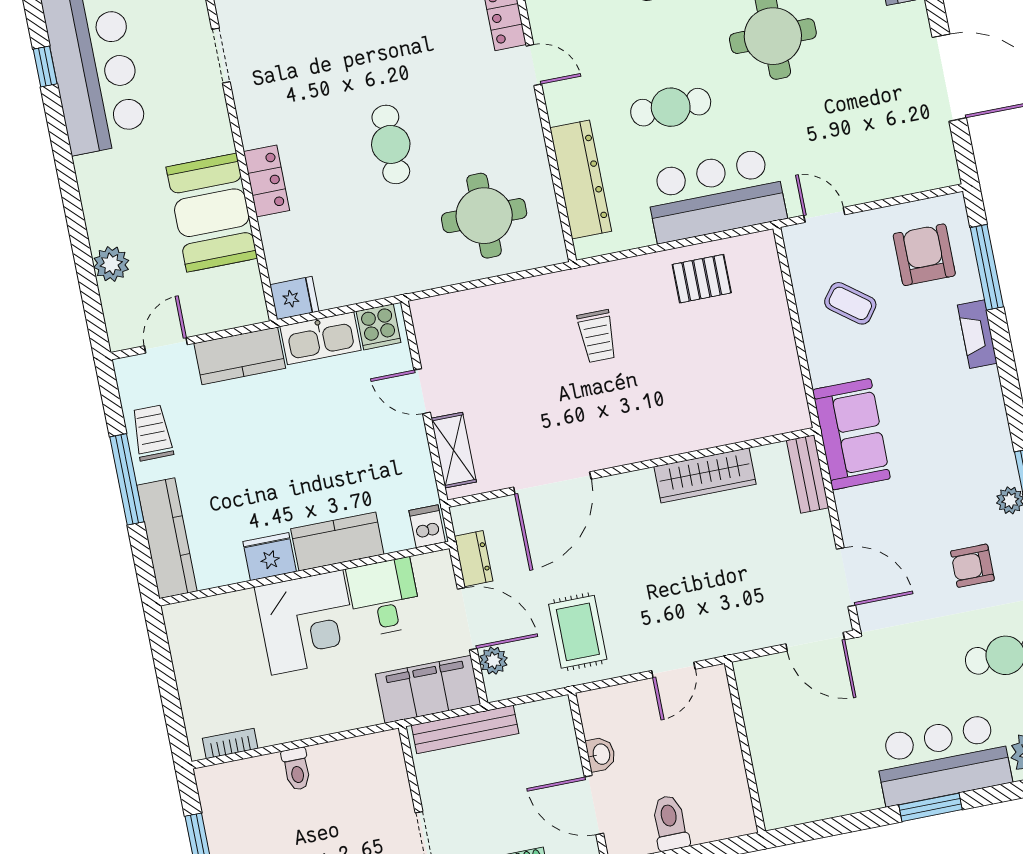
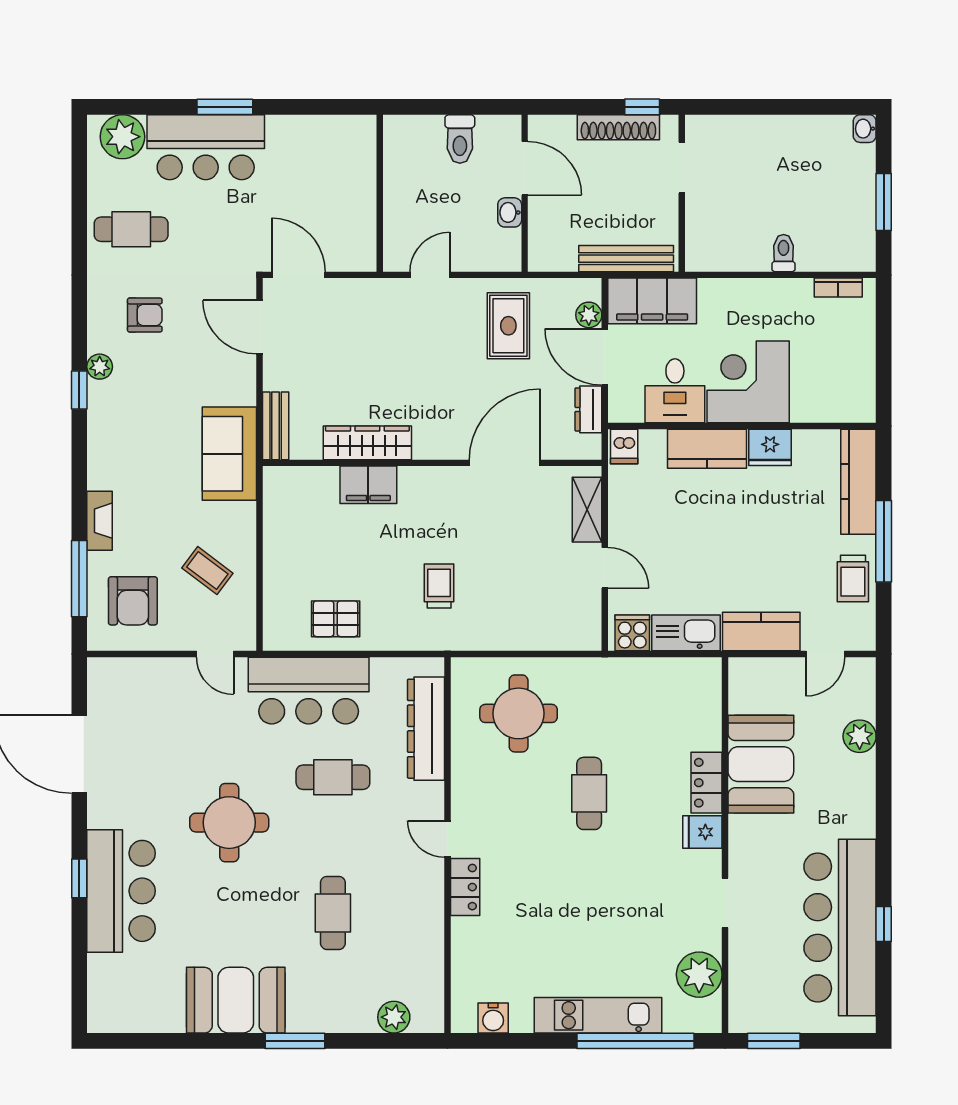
fridge: (294, 298) -> (702, 832), moved
filing cabinet: (695, 430) -> (368, 485), added

